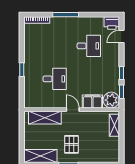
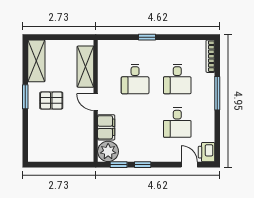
desk: (55, 46) -> (177, 79), added
door: (73, 110) -> (96, 102), swing flipped
shelving: (114, 125) -> (76, 156), removed

